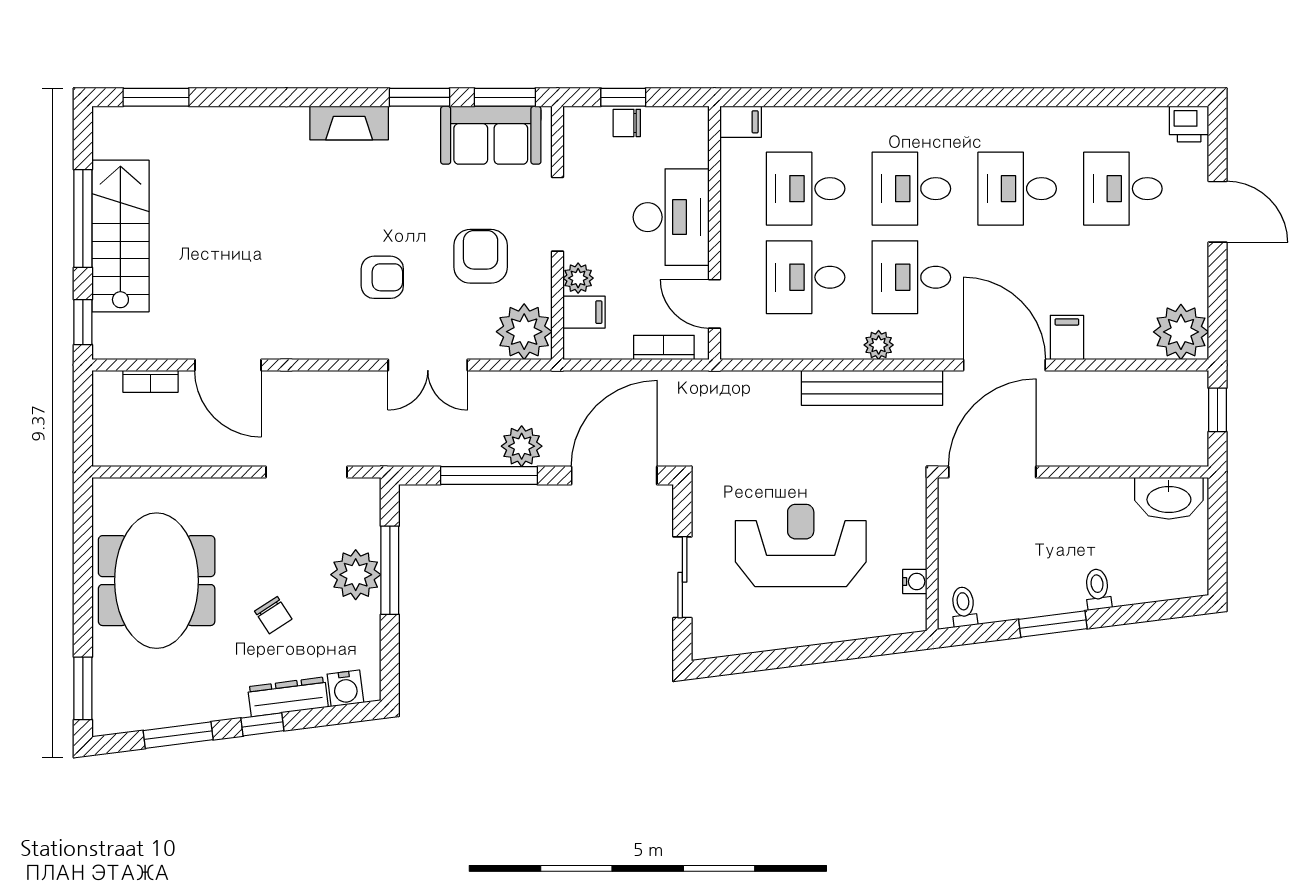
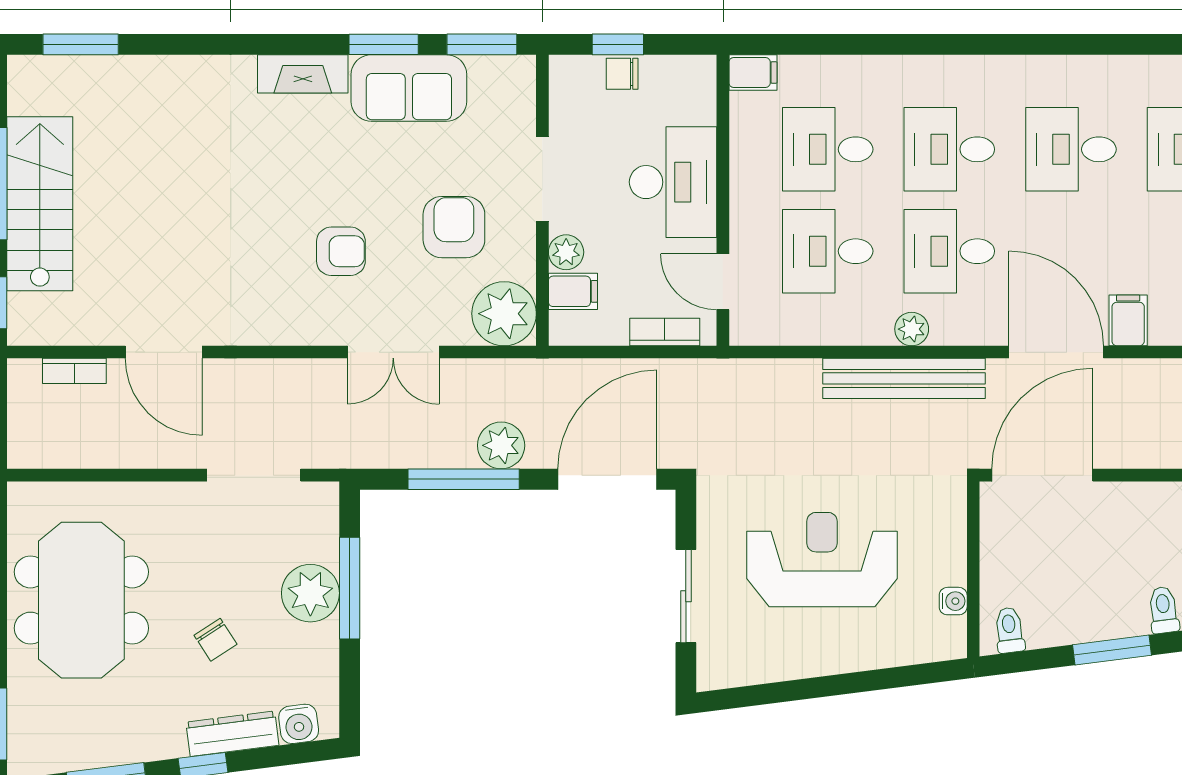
sofa: (491, 135) -> (409, 88), moved

